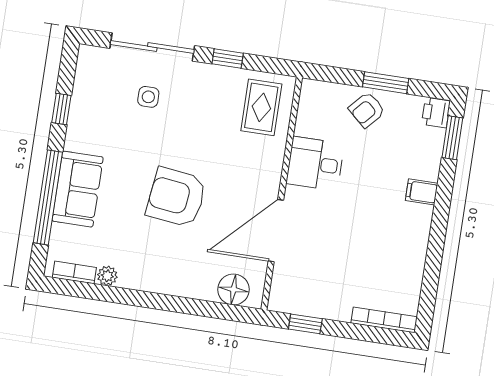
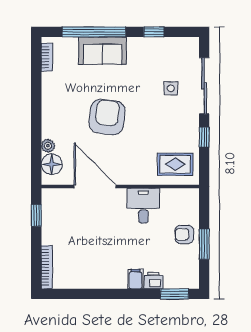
armchair: (367, 110) -> (184, 234), turned -42
printer: (436, 113) -> (153, 280), moved
plant: (107, 276) -> (48, 146), moved

